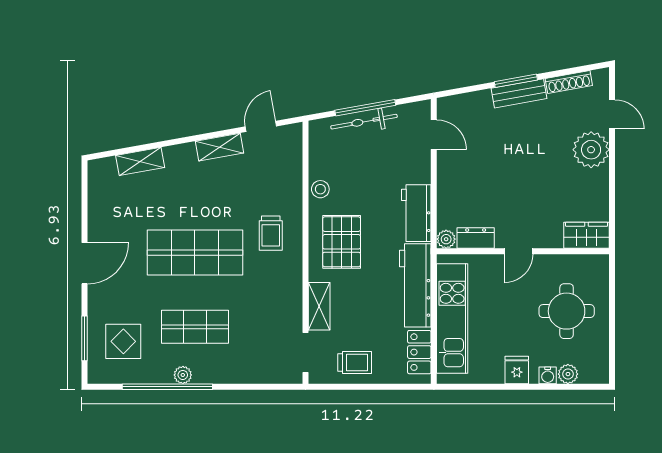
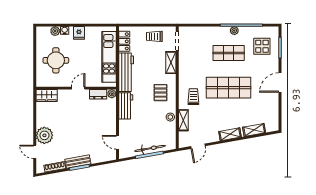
shelving: (220, 147) -> (230, 134), moved
shelving: (292, 182) -> (183, 120), added
pallet: (342, 242) -> (160, 93), width x0.67, depth x0.71

